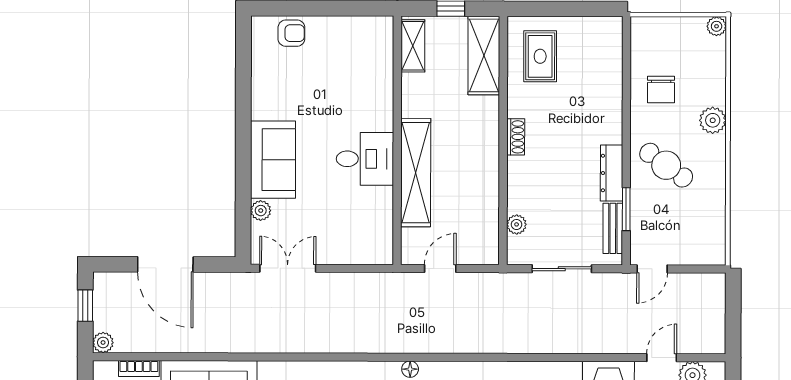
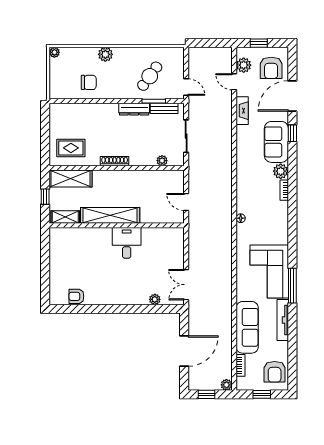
armchair: (291, 33) -> (76, 296), moved, turned -90
shoe rack: (516, 137) -> (115, 161), width x1.43
sofa: (273, 160) -> (127, 293), removed
cafe table: (666, 165) -> (150, 76), moved
shelving: (416, 173) -> (110, 215), moved

